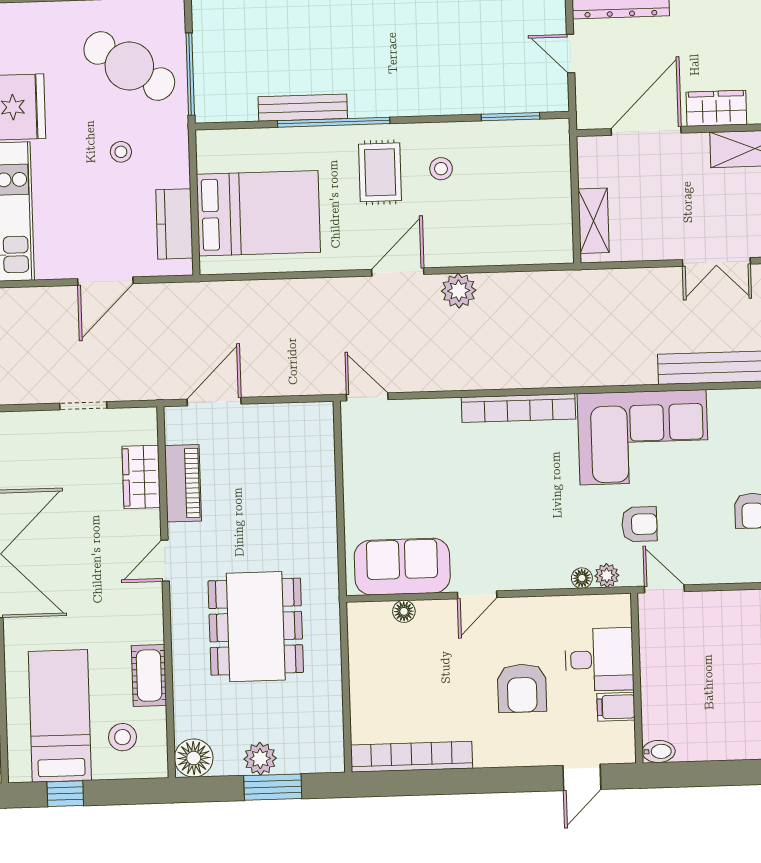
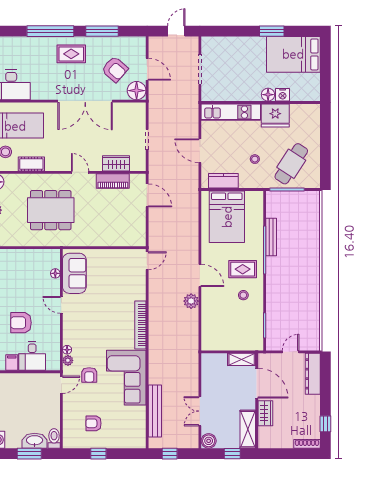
shelving: (594, 221) -> (242, 359), moved

